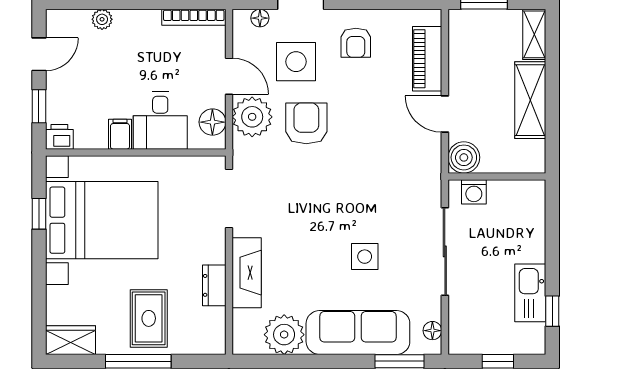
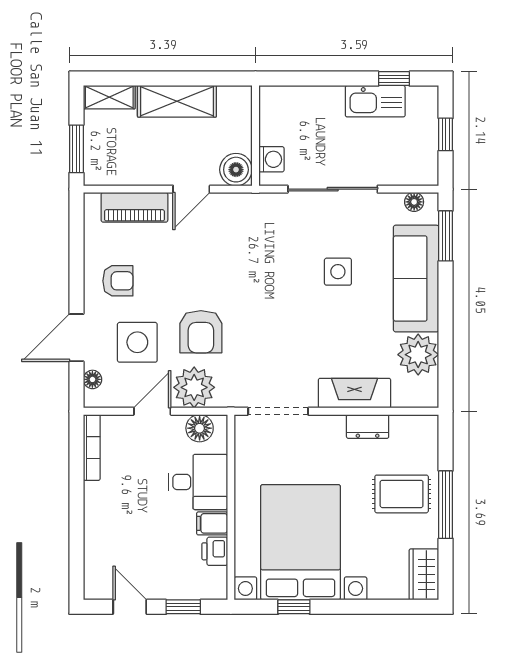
plant: (102, 19) -> (94, 542), removed
armchair: (306, 123) -> (201, 332), turned -90
printer: (59, 137) -> (215, 551), moved

